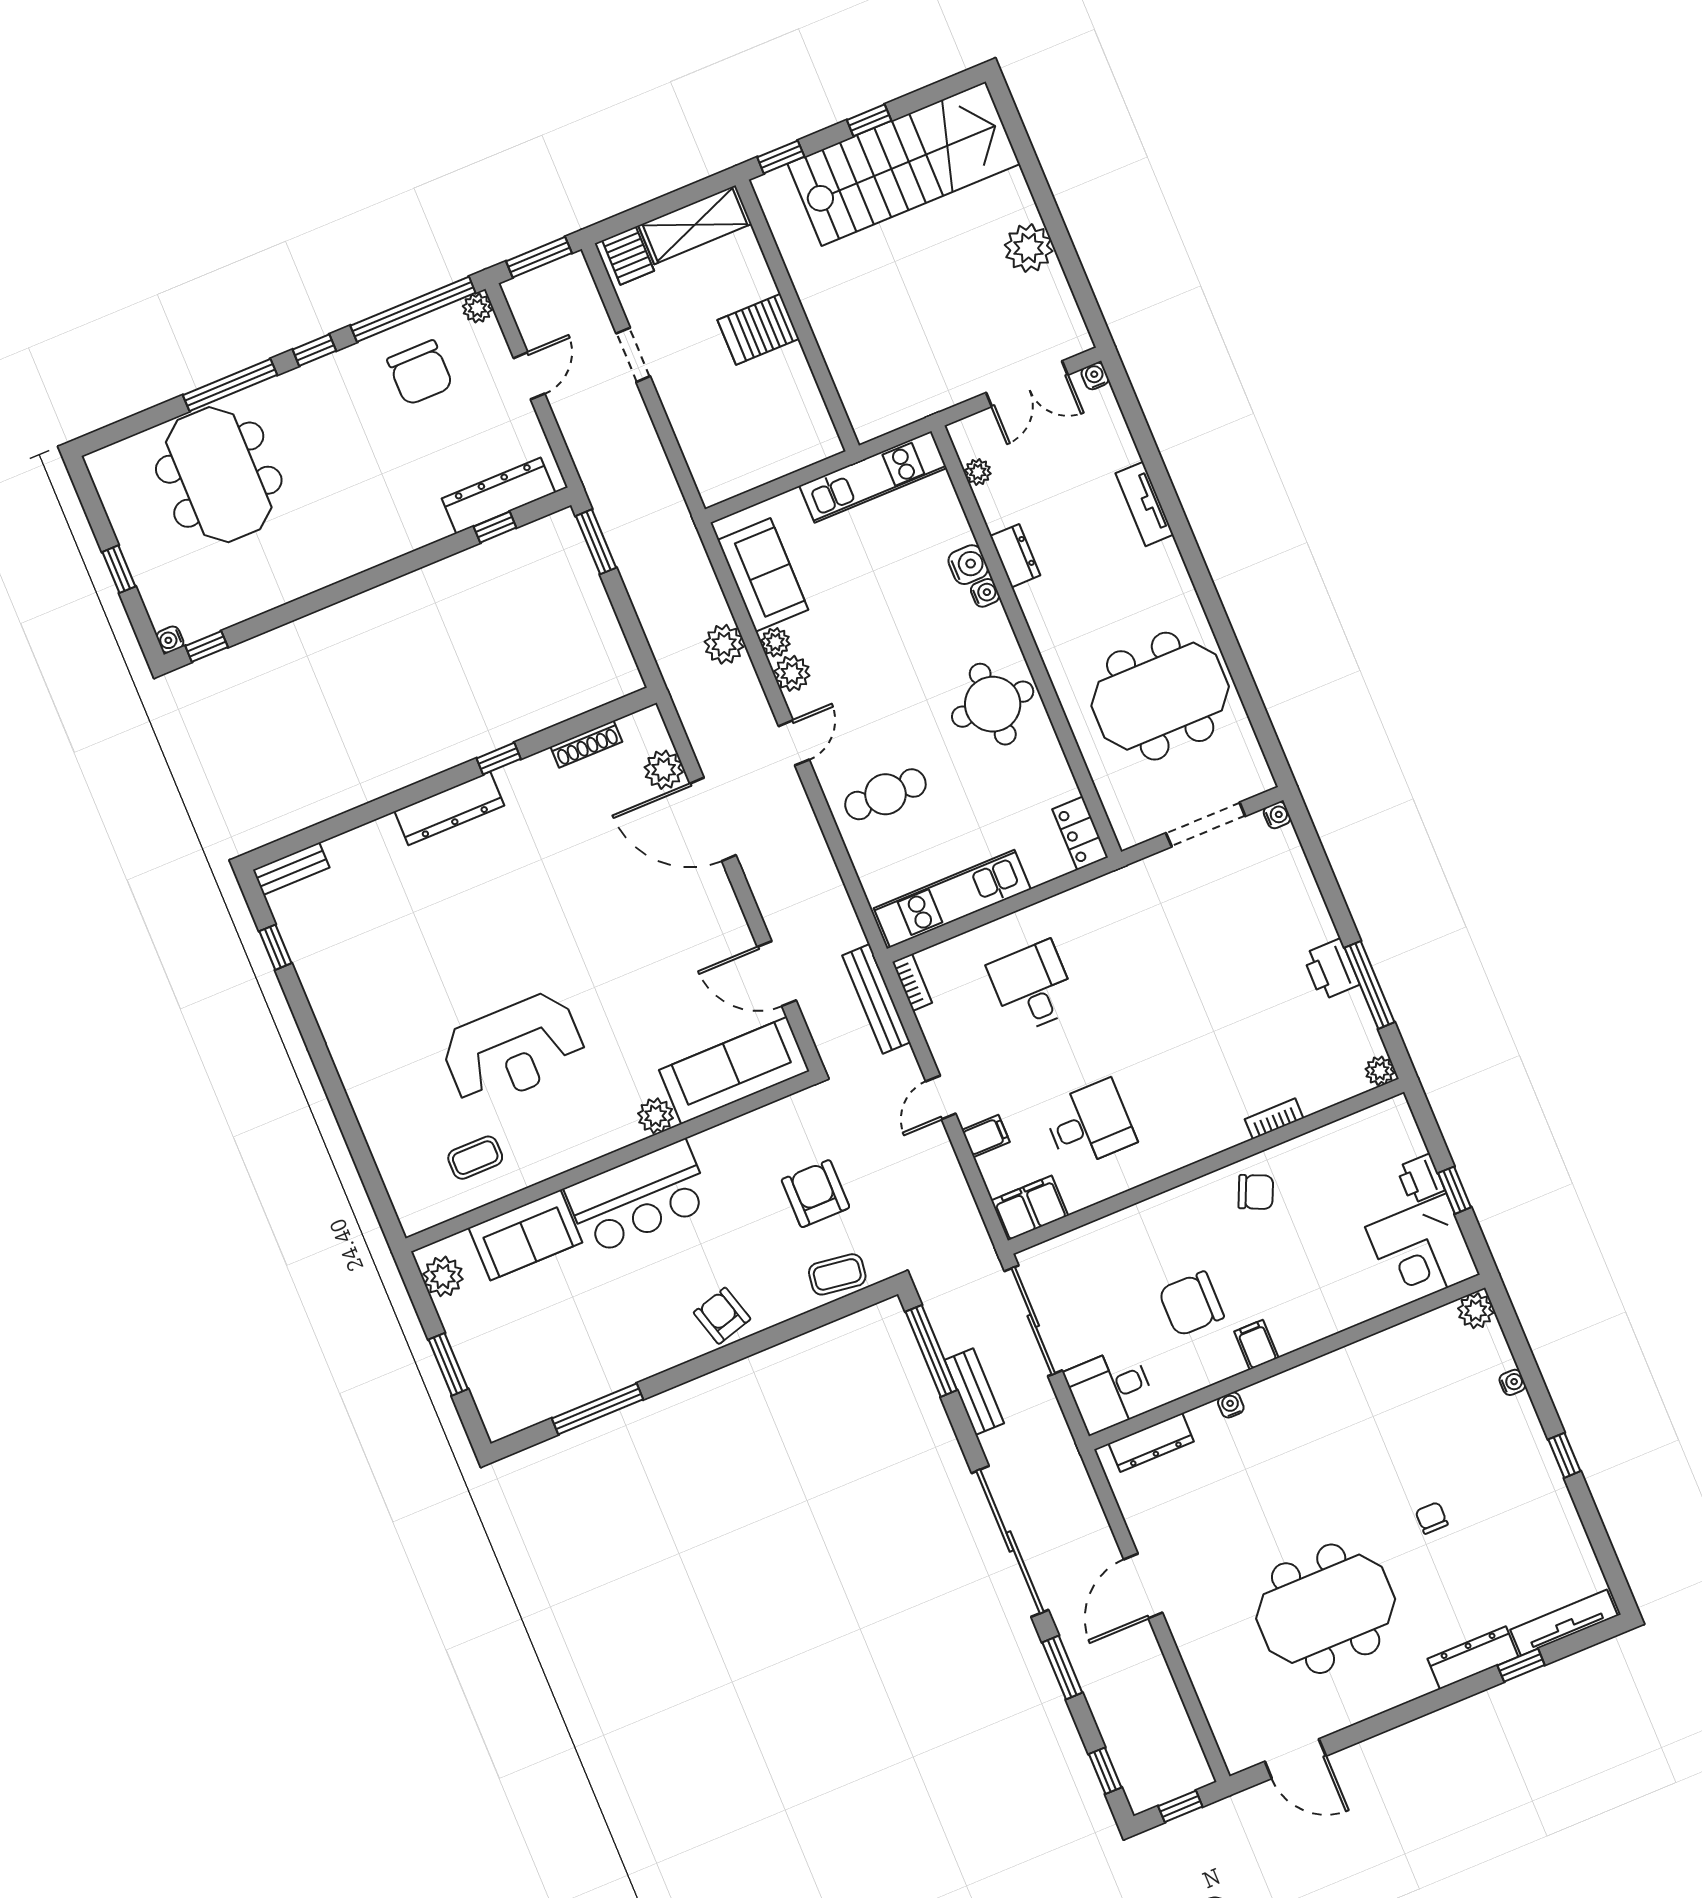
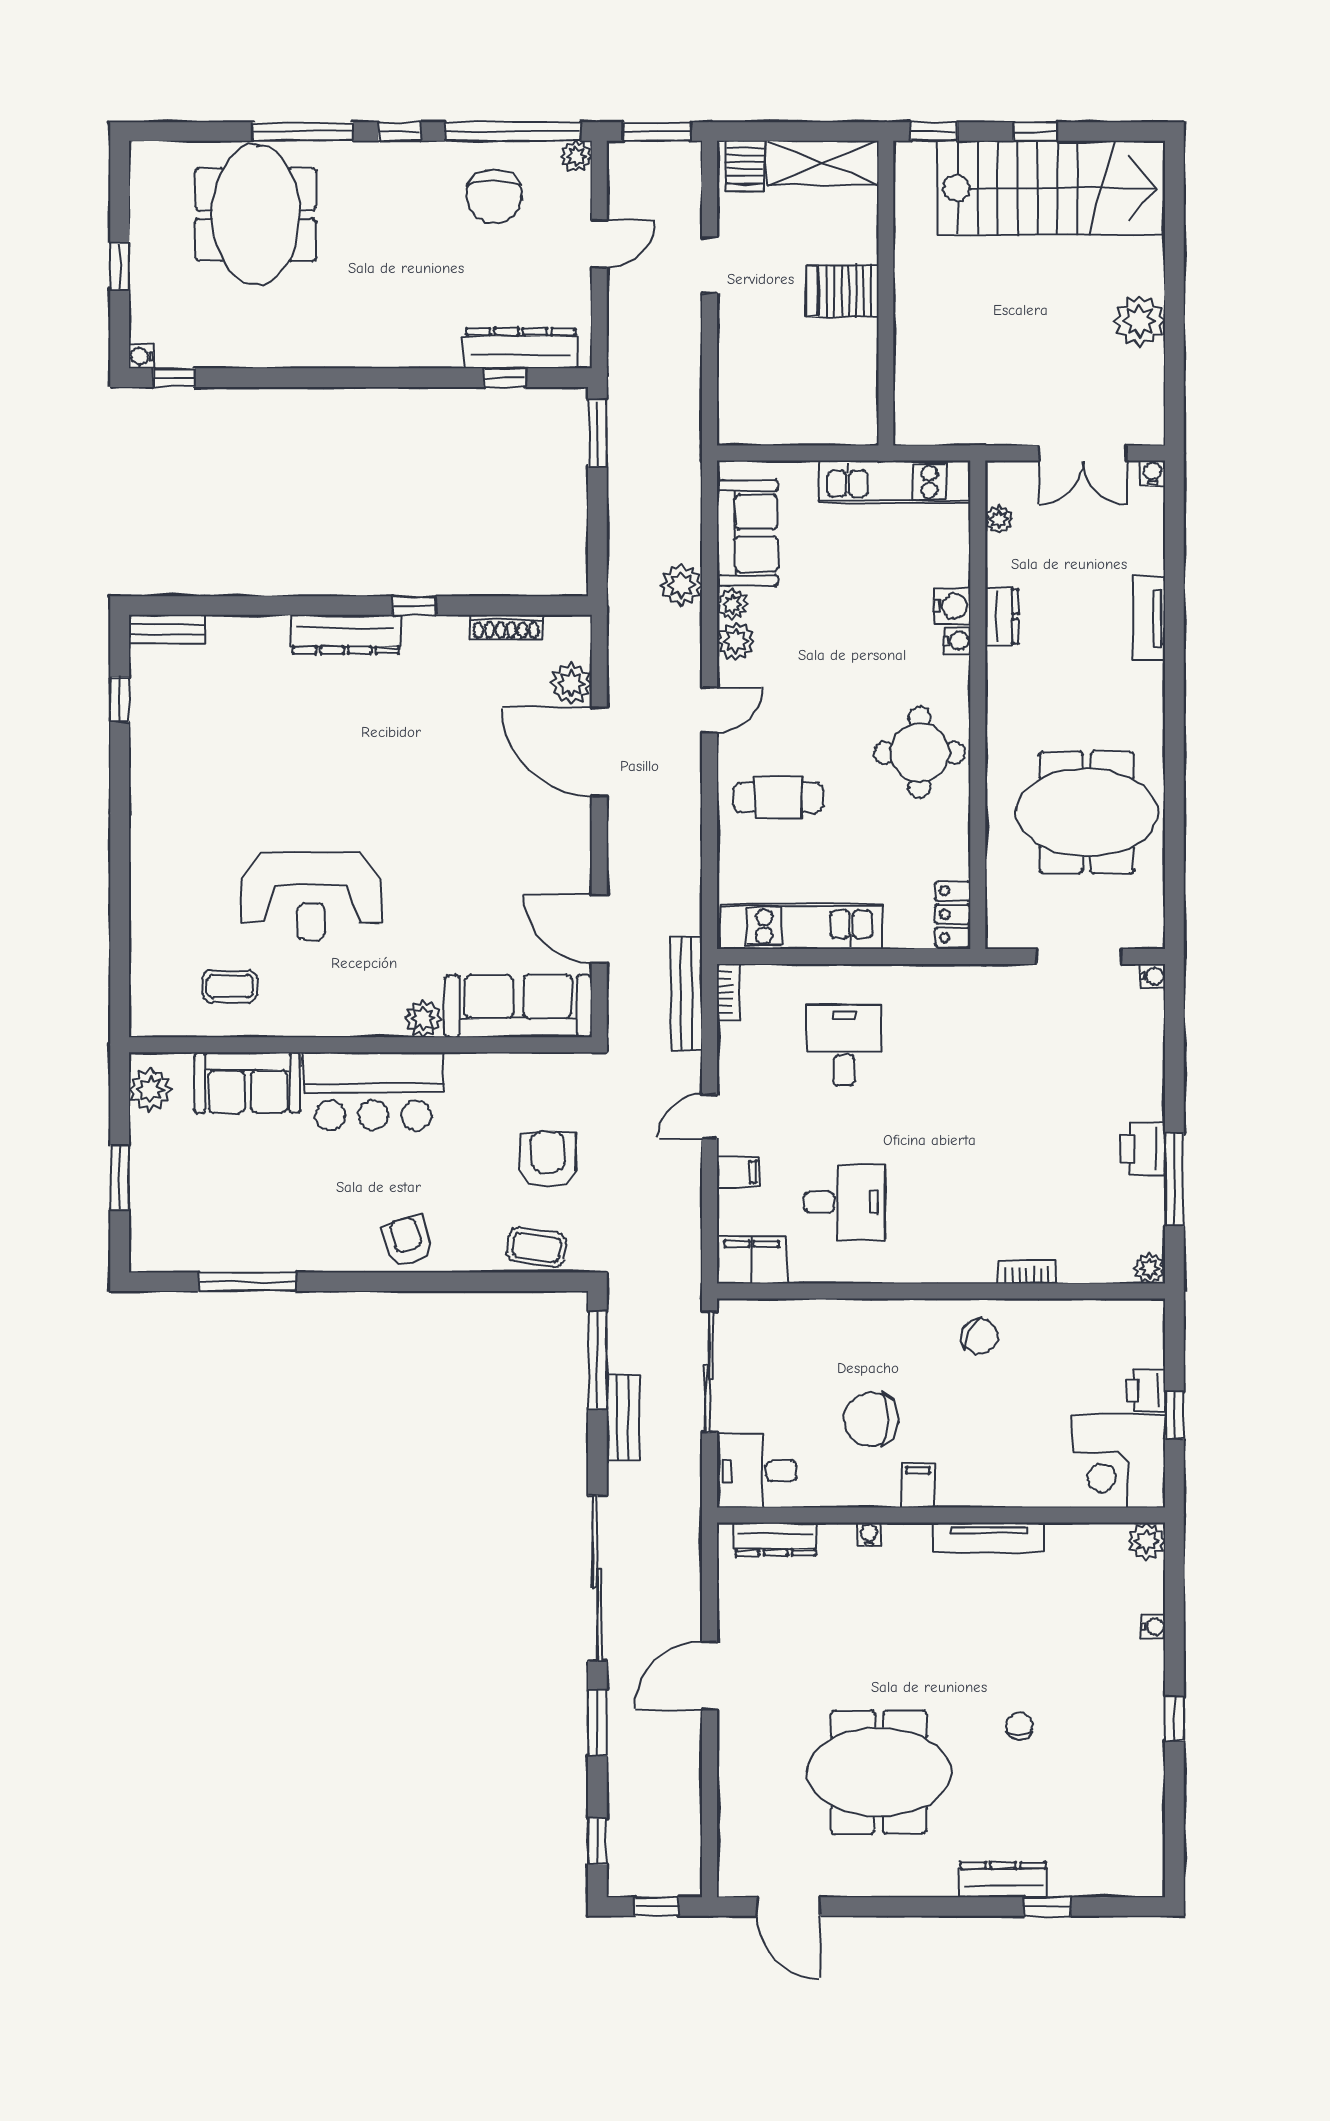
tv unit: (1564, 1623) -> (989, 1537), moved, turned 180

